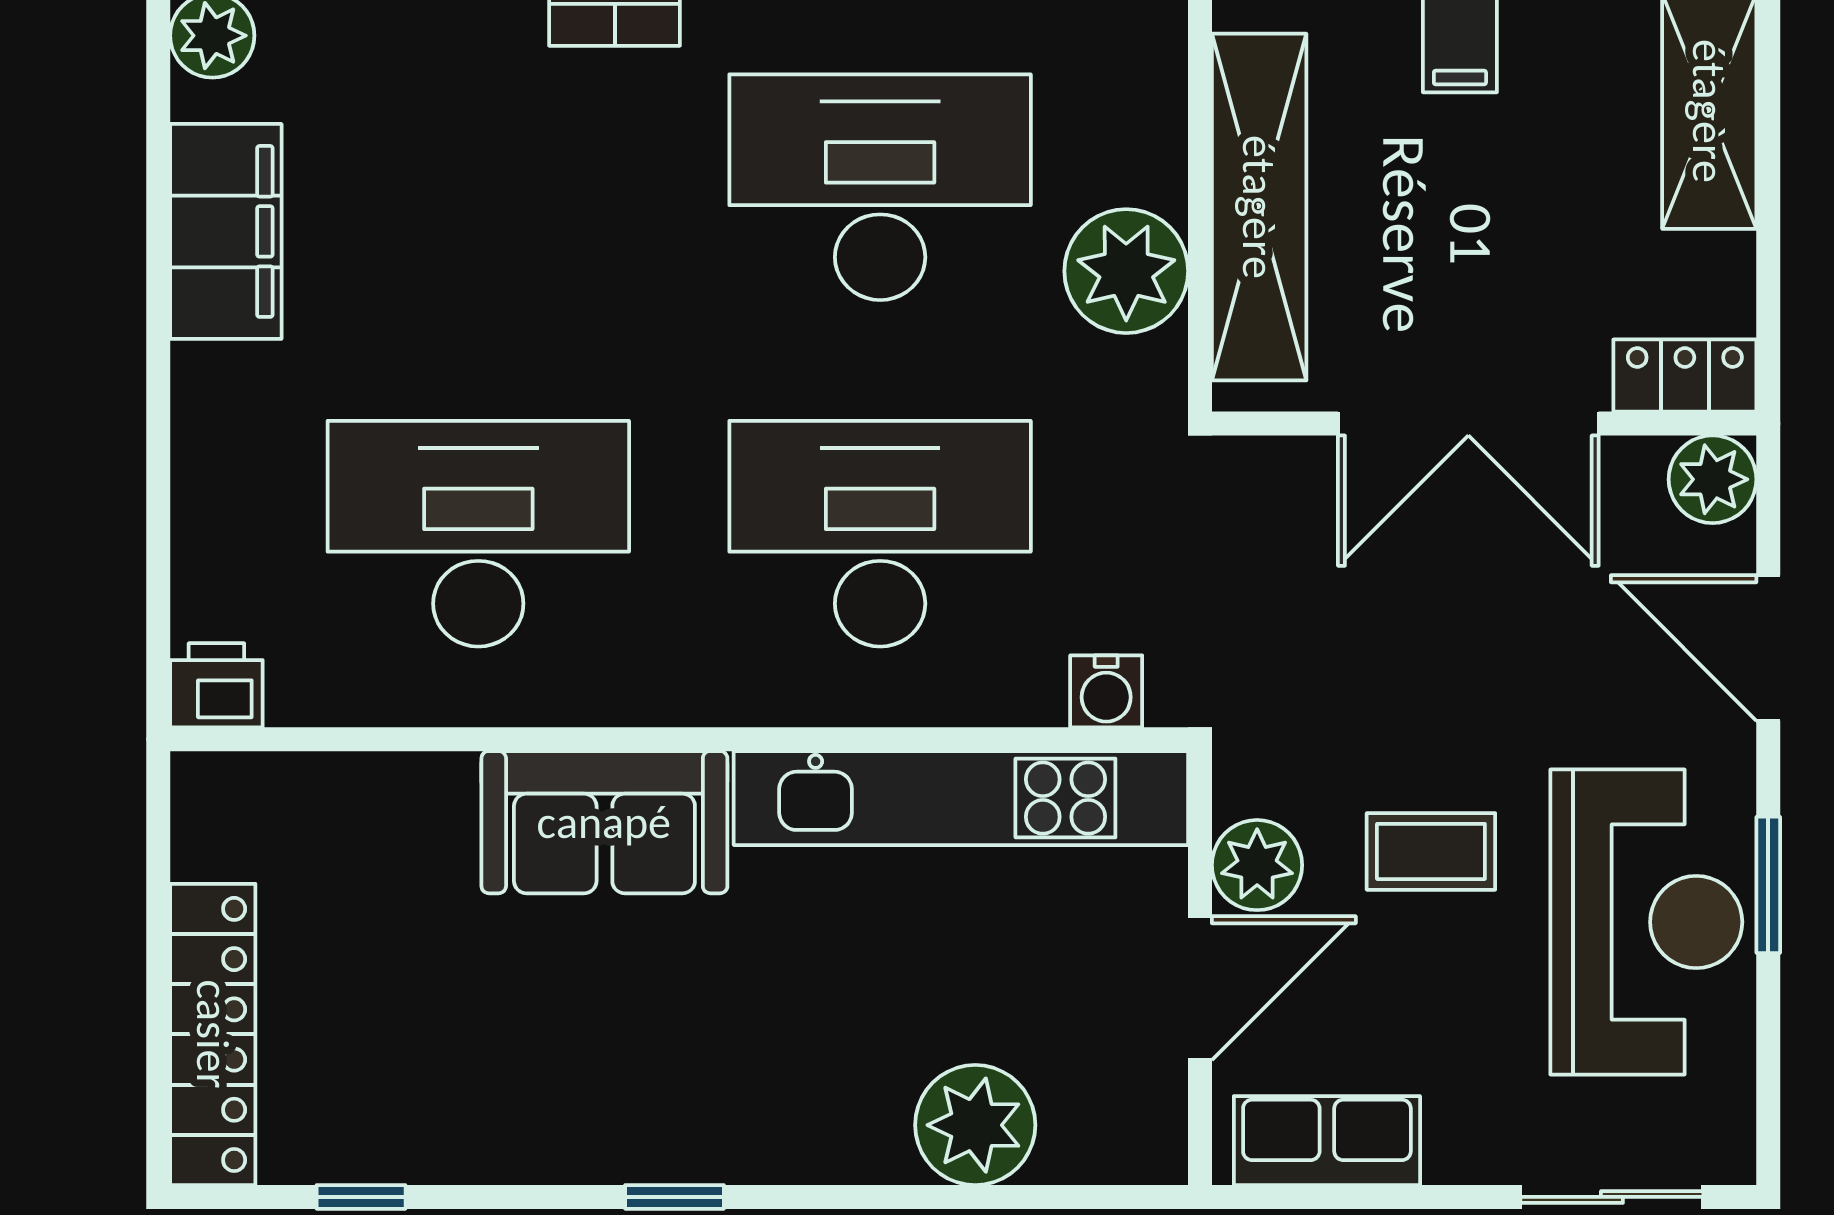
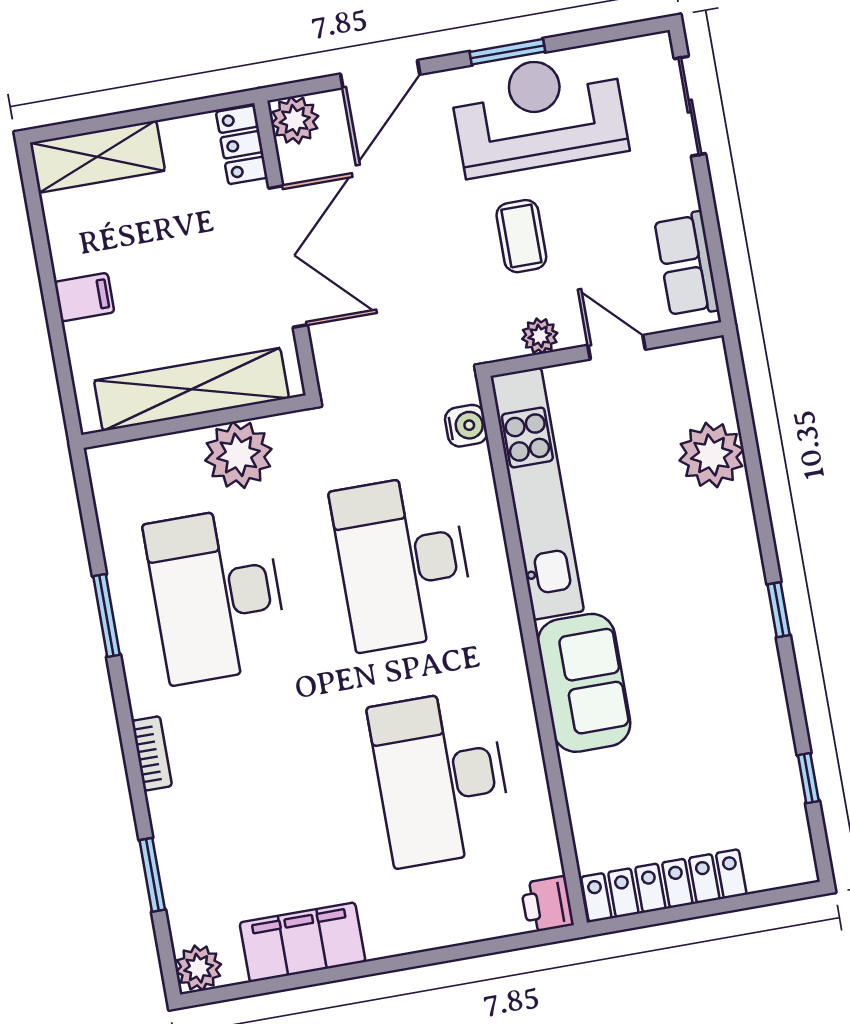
plant: (1257, 865) -> (540, 336), width x0.73, depth x0.73
door: (1200, 988) -> (617, 347), width x0.73
locker: (213, 1034) -> (664, 886), moved

